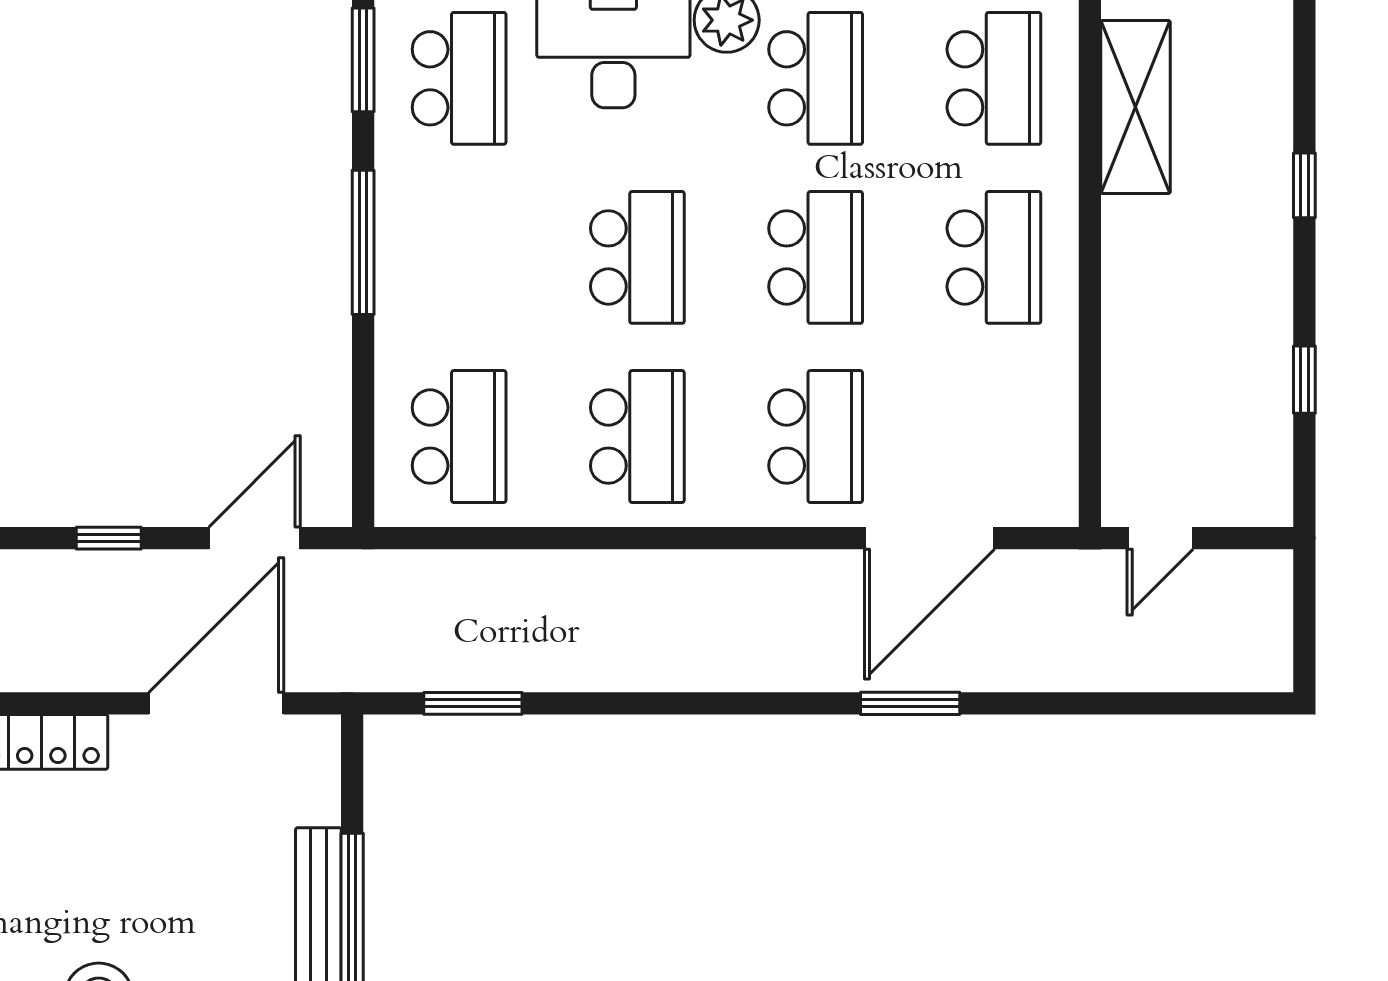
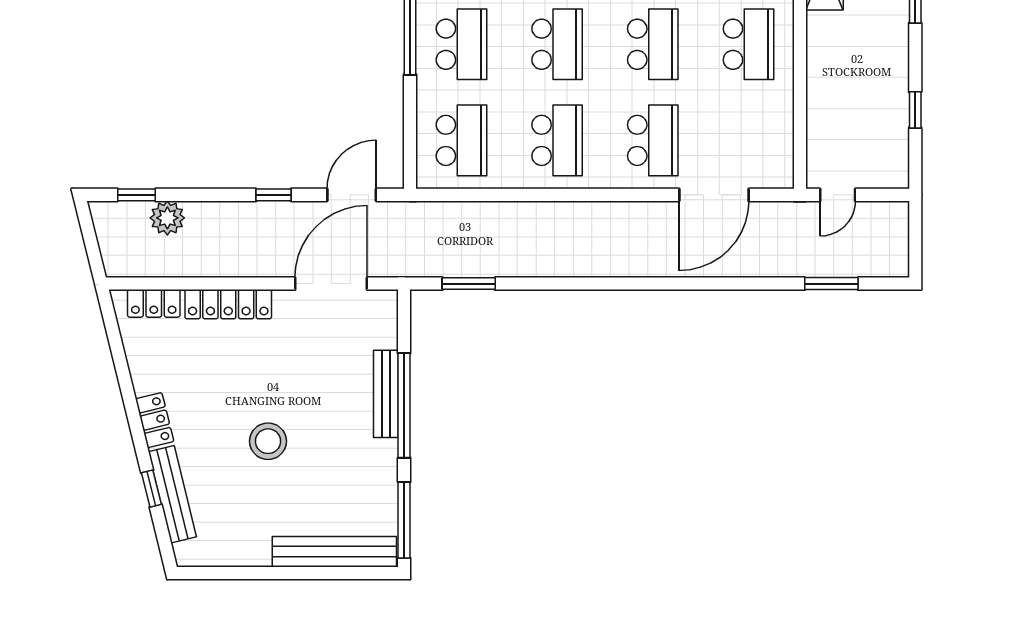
school desk: (459, 257) -> (461, 44), added
window: (910, 703) -> (831, 284), moved

